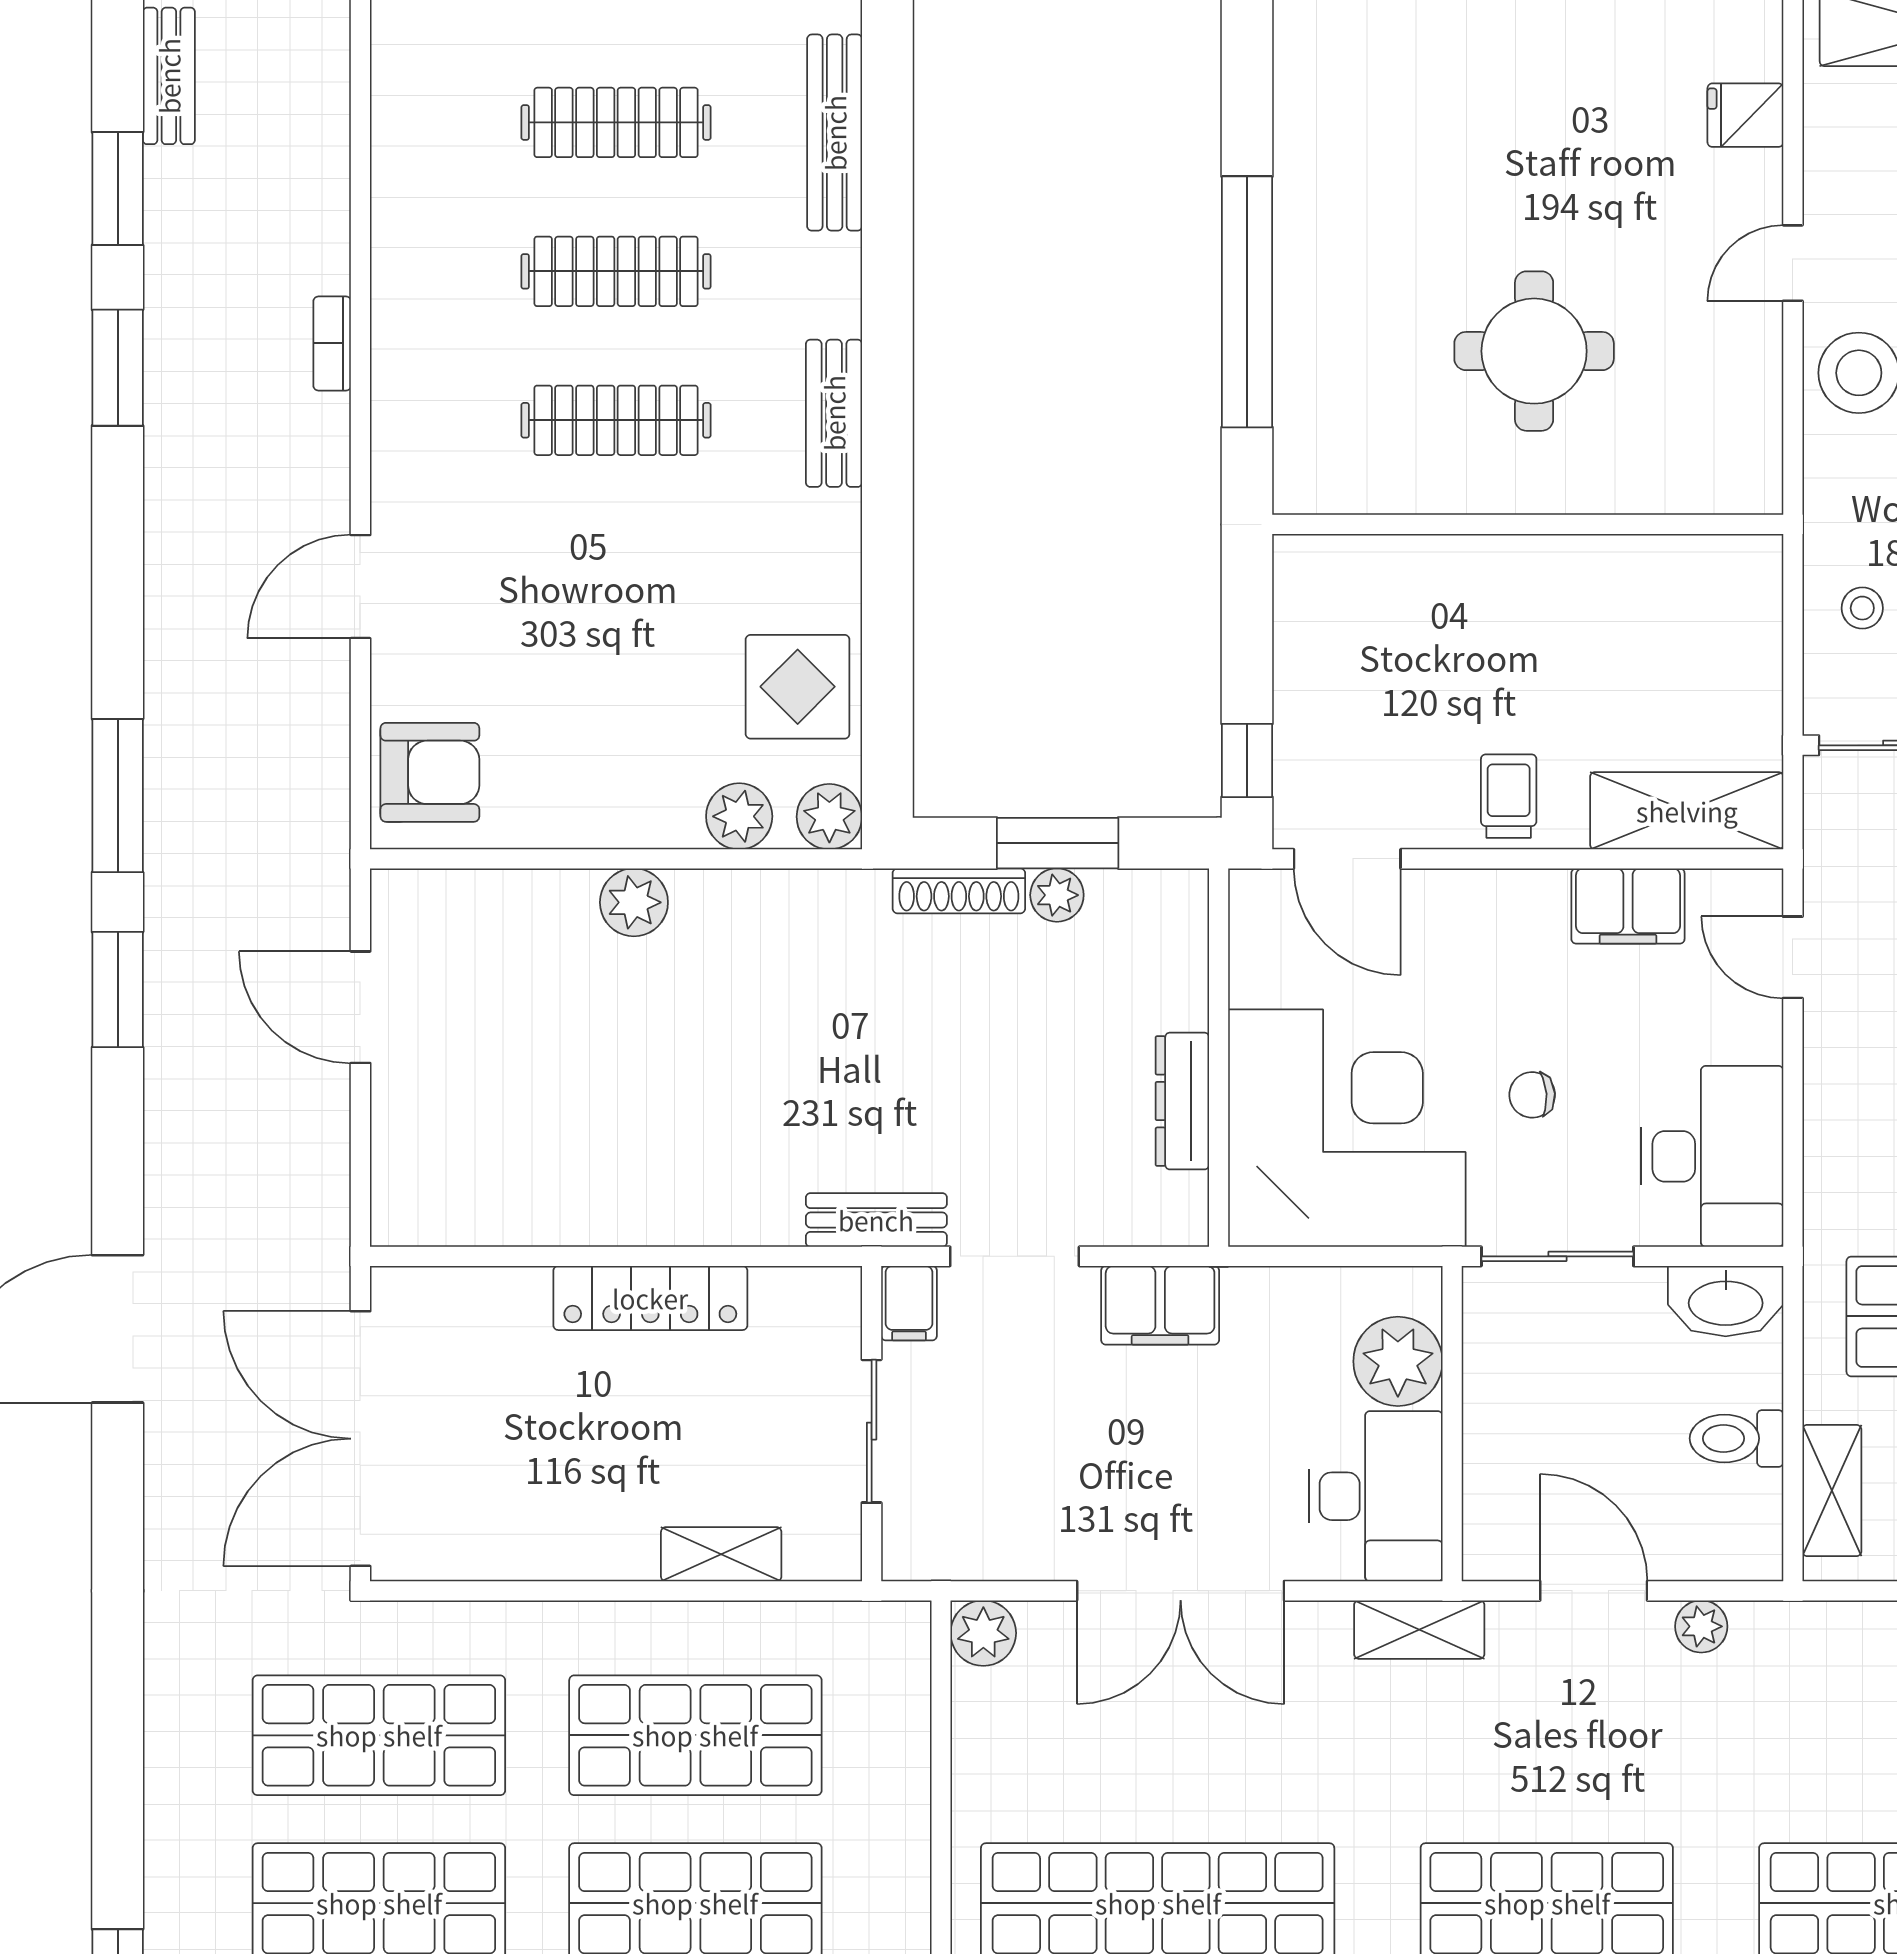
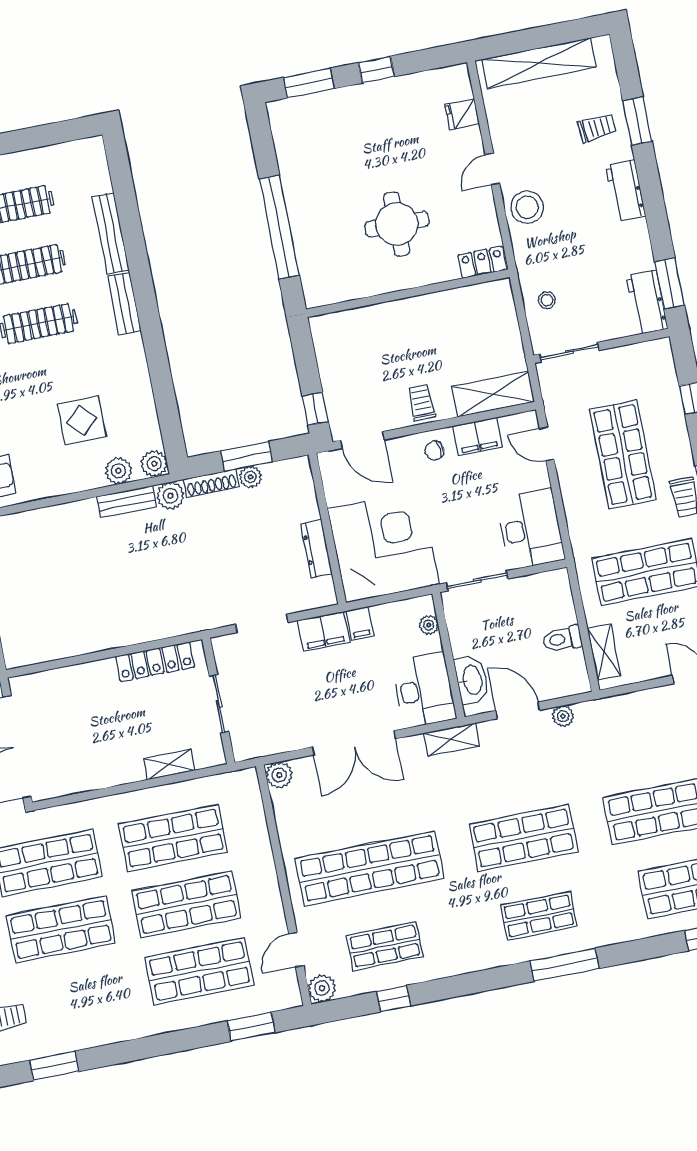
bench: (835, 133) -> (111, 234), moved
locker: (1724, 485) -> (482, 262), added
display table: (798, 687) -> (82, 420), moved
plant: (634, 902) -> (170, 496), moved
chair: (1532, 1095) -> (435, 451), moved
bench: (876, 1220) -> (127, 502), moved
locker: (650, 1298) -> (155, 662), moved
washbasin: (1726, 1301) -> (472, 680), moved, turned -90
filing cabinet: (909, 1303) -> (360, 623), moved
plant: (1398, 1361) -> (429, 625), width x0.53, depth x0.53

